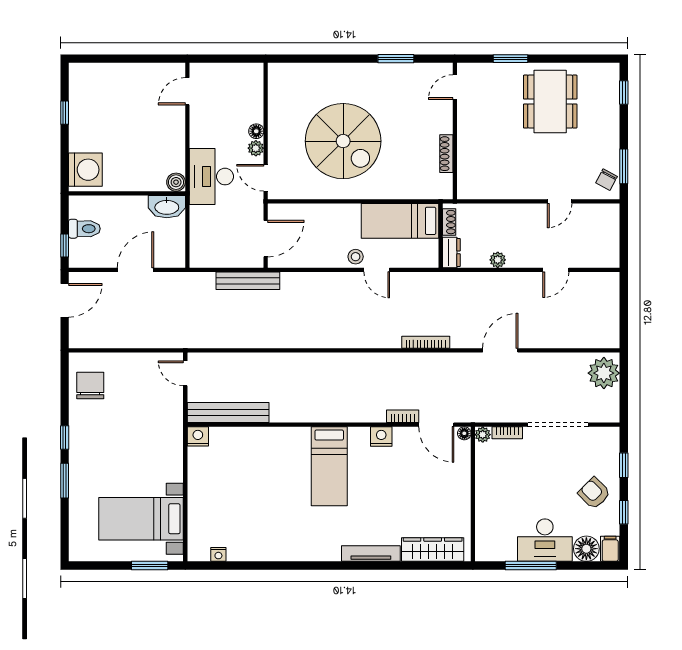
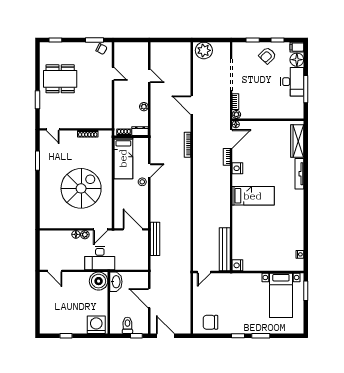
boiler: (176, 182) -> (99, 281), width x1.86, depth x1.86

